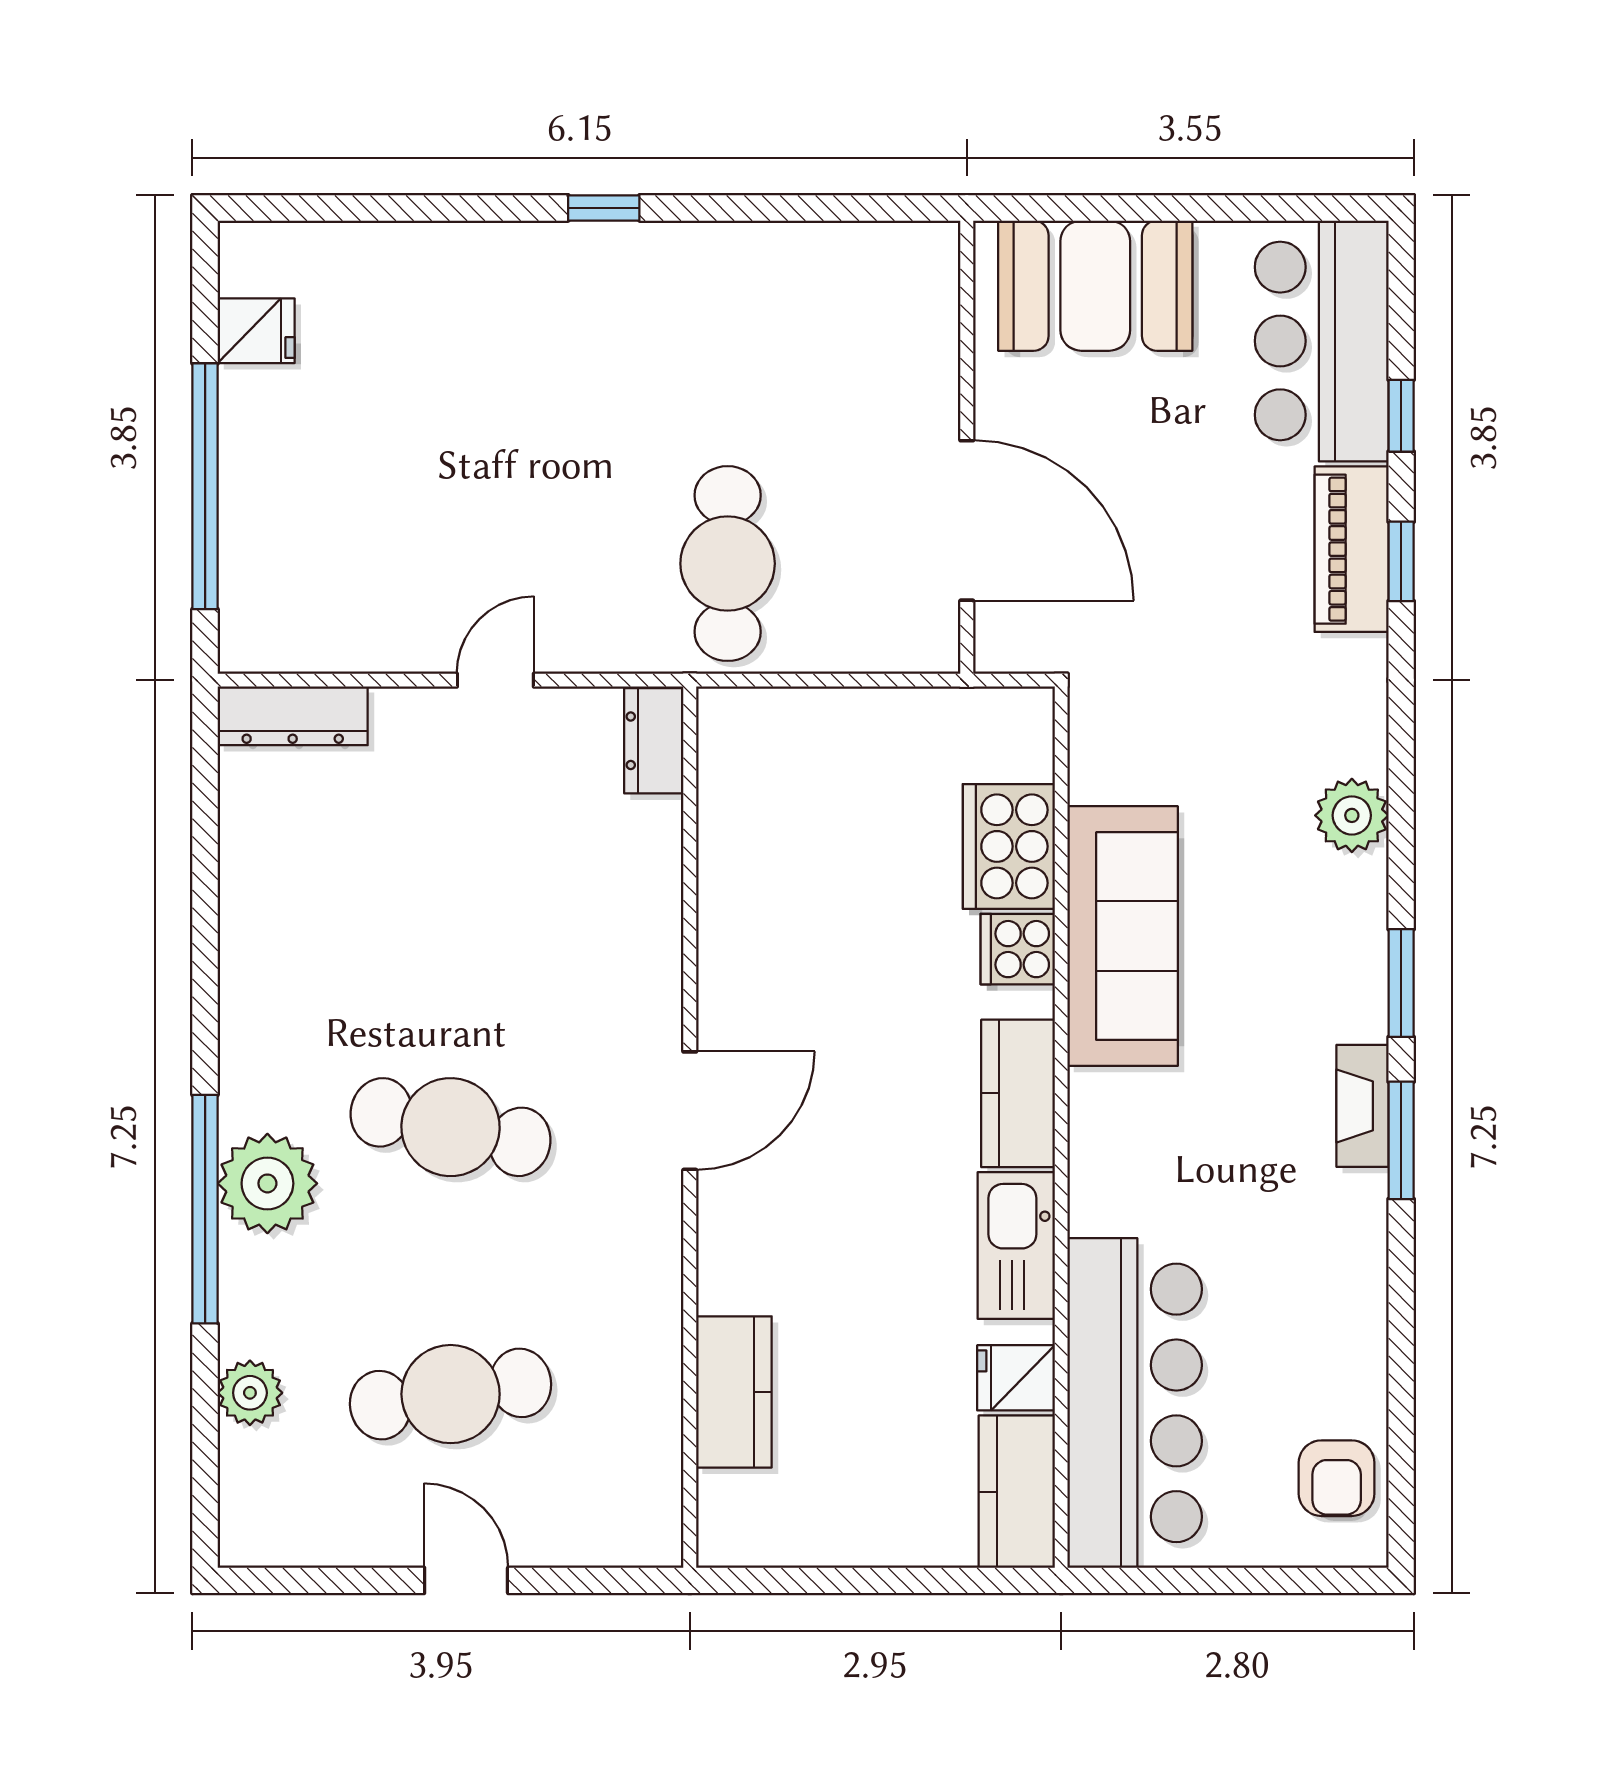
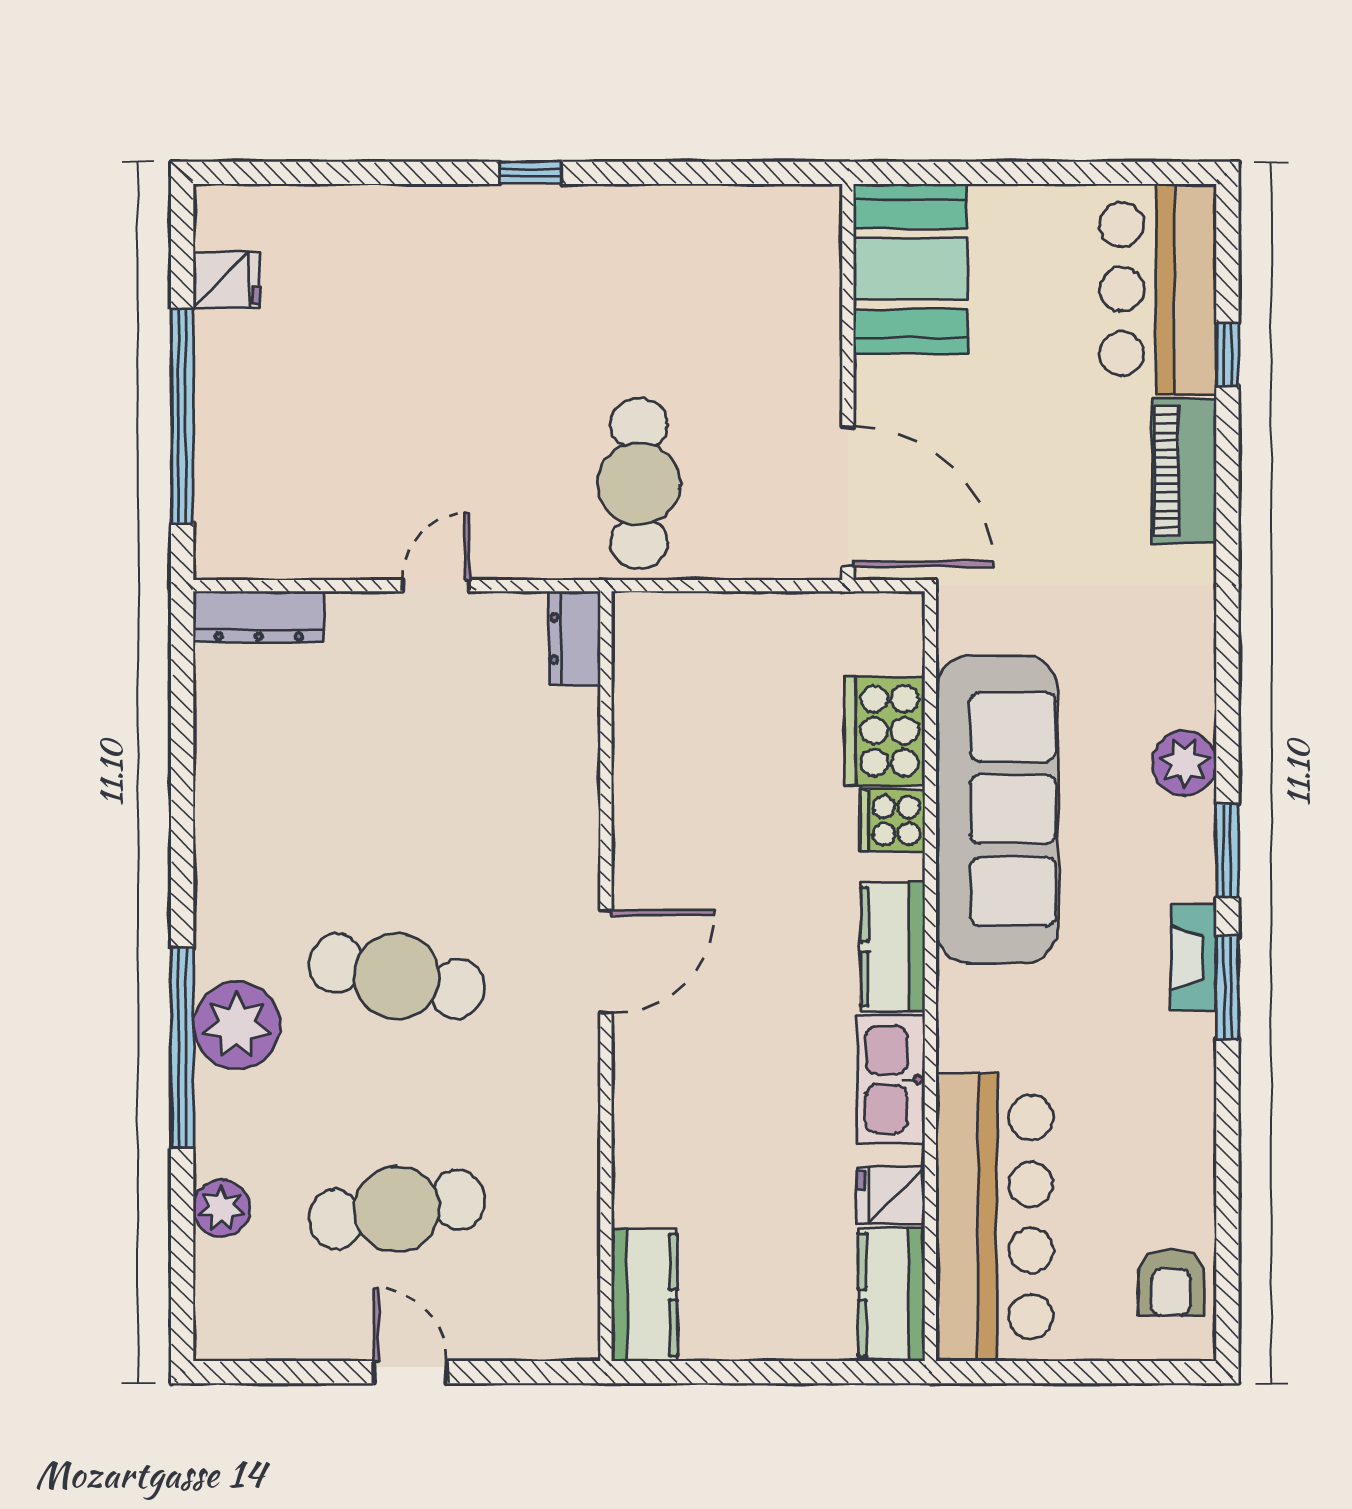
booth: (1095, 286) -> (910, 269), moved, turned 90
door: (967, 520) -> (848, 496), moved
window: (1401, 561) -> (1227, 482), removed
plant: (1352, 815) -> (1184, 763), moved
sofa: (1123, 936) -> (997, 809), width x1.36, depth x1.27
kitchen counter: (734, 1392) -> (644, 1295), moved

